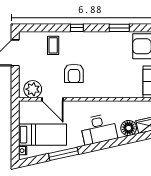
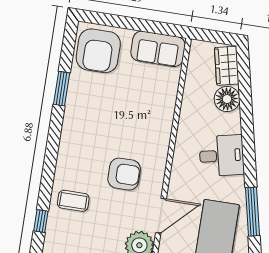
window: (77, 28) -> (41, 221), moved
desk: (99, 129) -> (222, 156), width x0.73

